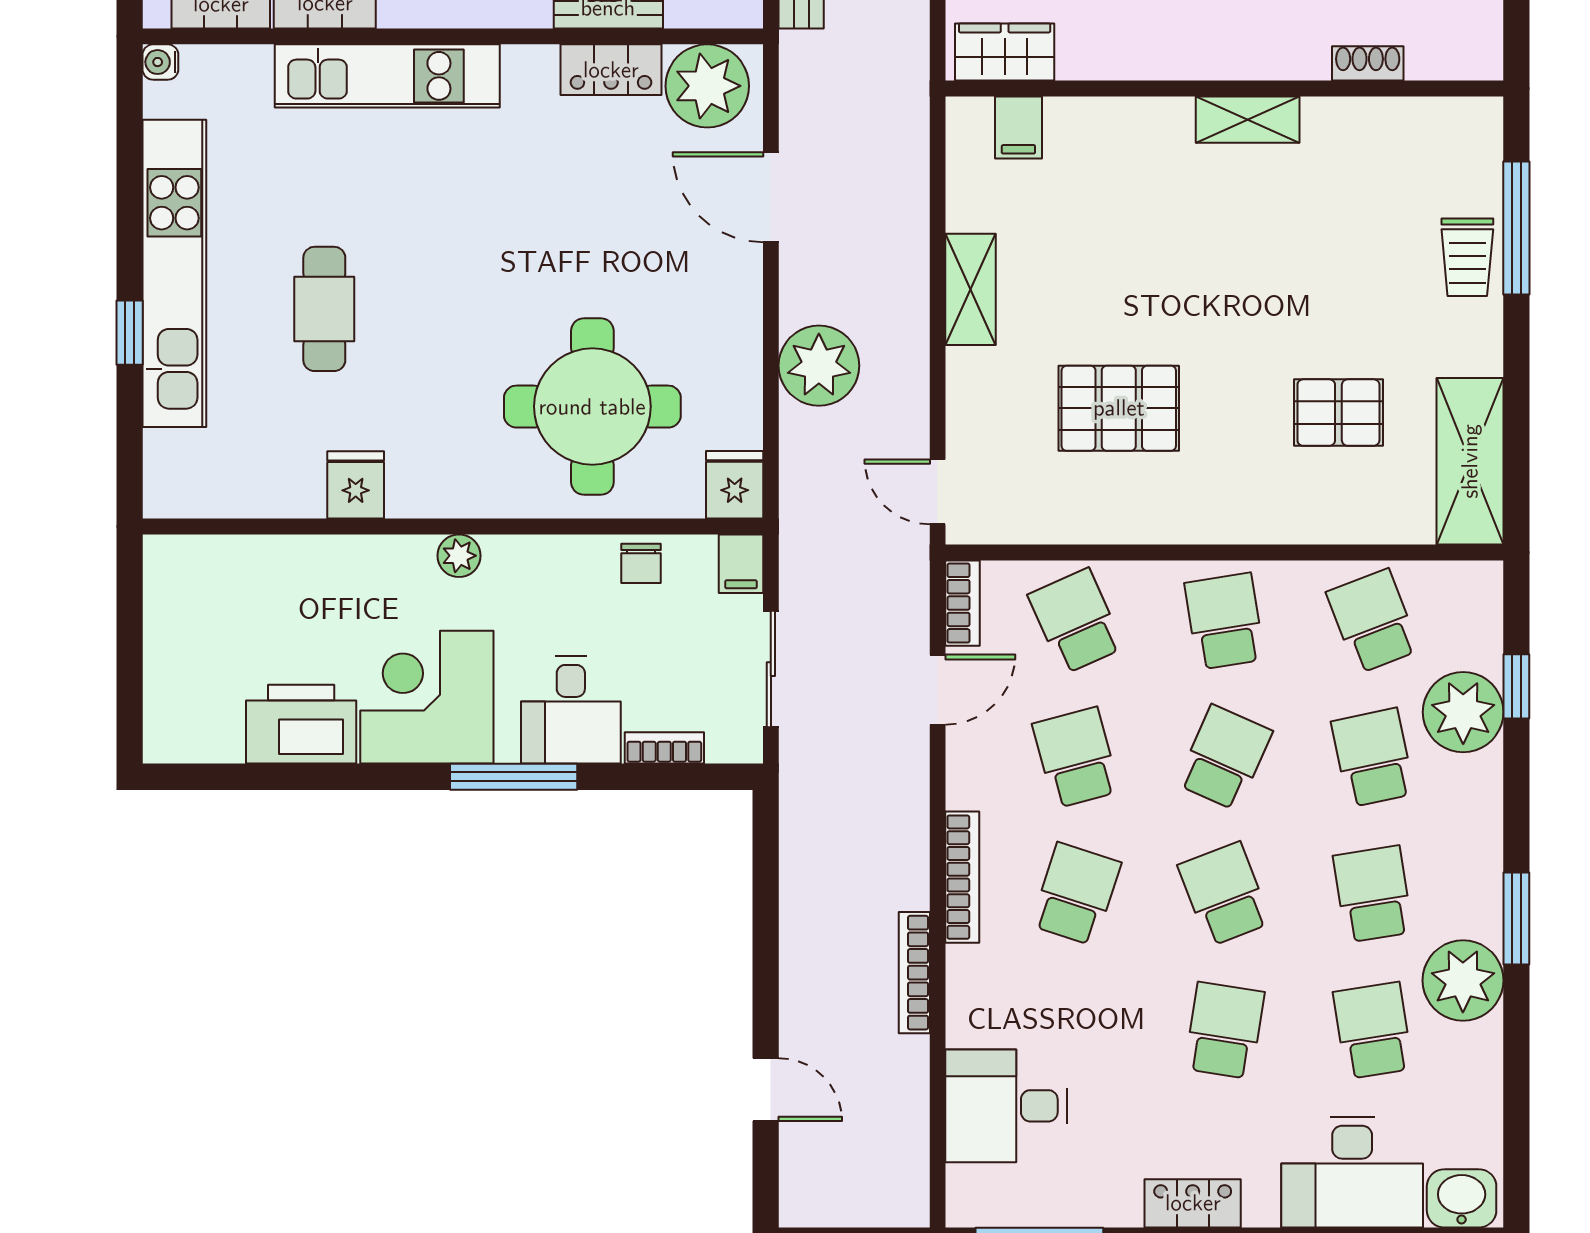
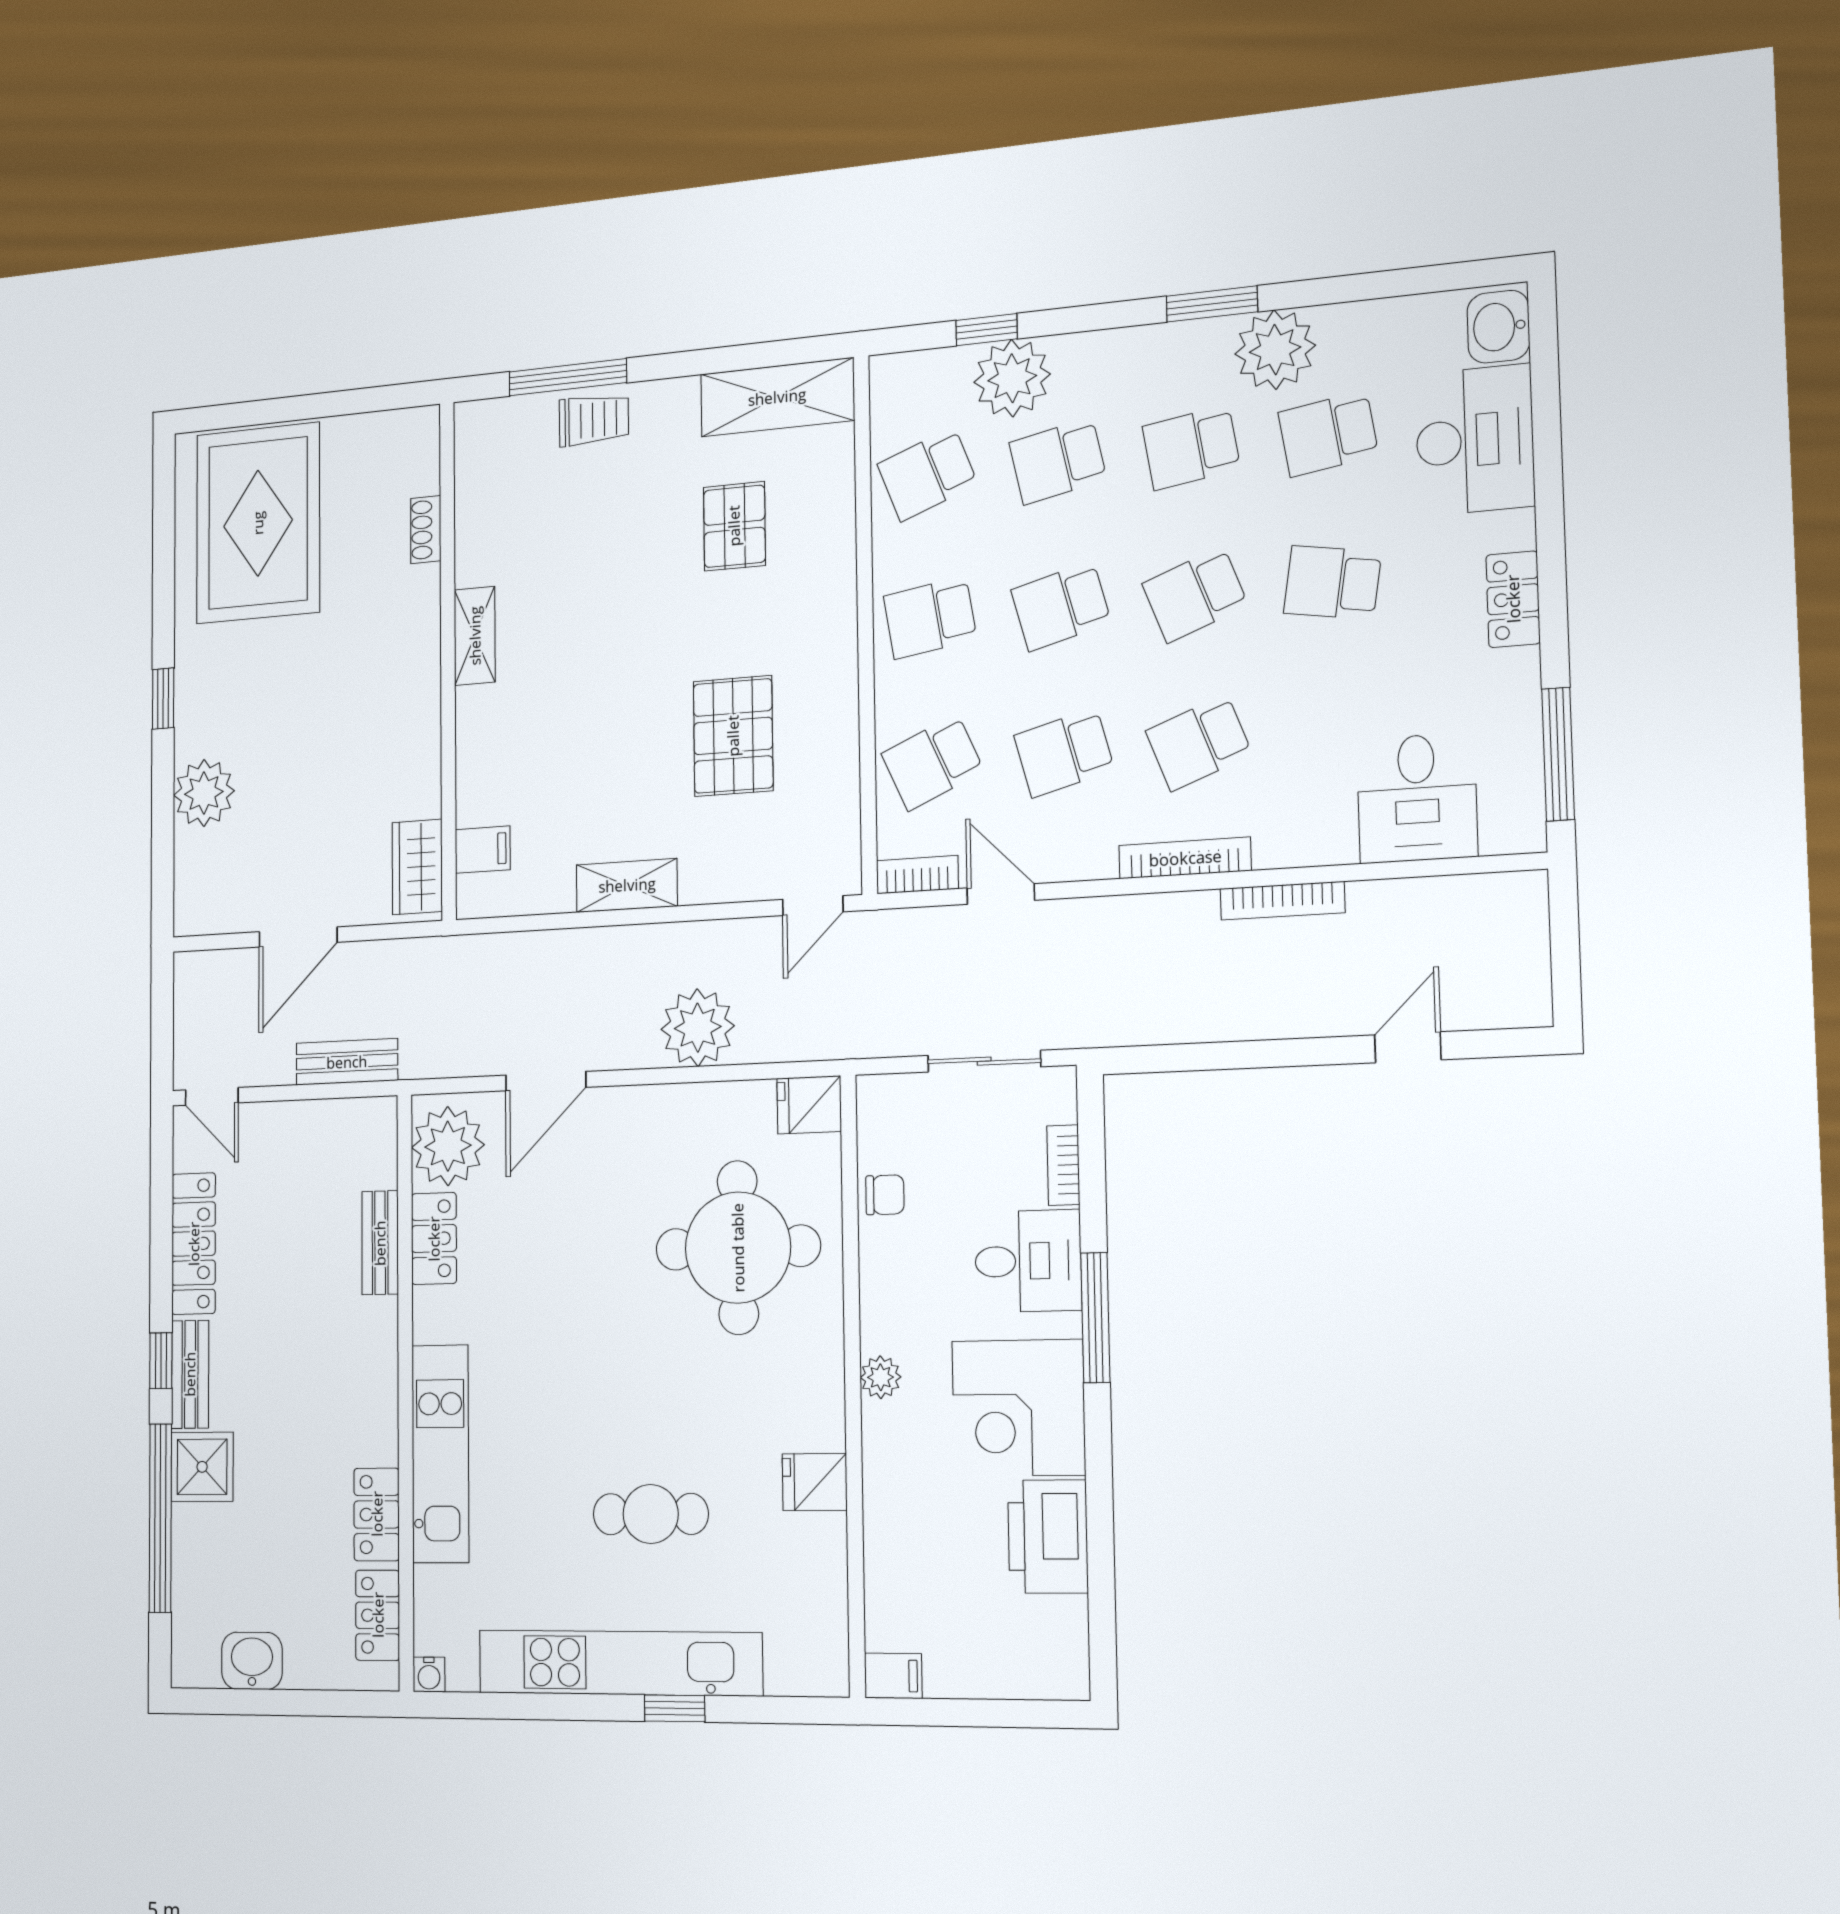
filing cabinet: (741, 564) -> (893, 1676), moved
school desk: (1224, 758) -> (1061, 606), turned -39
school desk: (1076, 894) -> (1199, 743), turned -39

